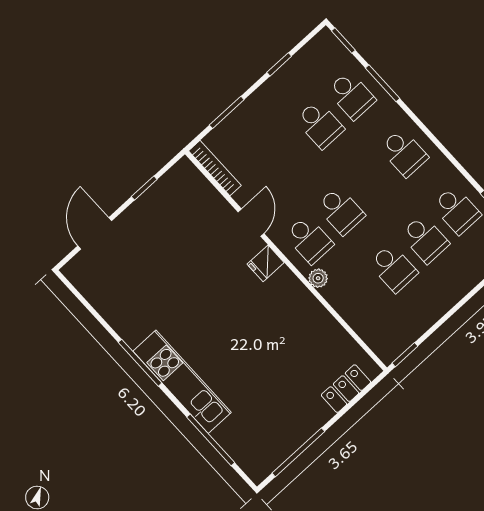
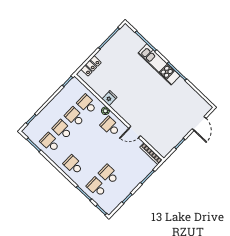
school desk: (341, 211) -> (87, 104), moved
door: (251, 223) -> (135, 132), hinge flipped
fridge: (266, 263) -> (109, 98), moved

